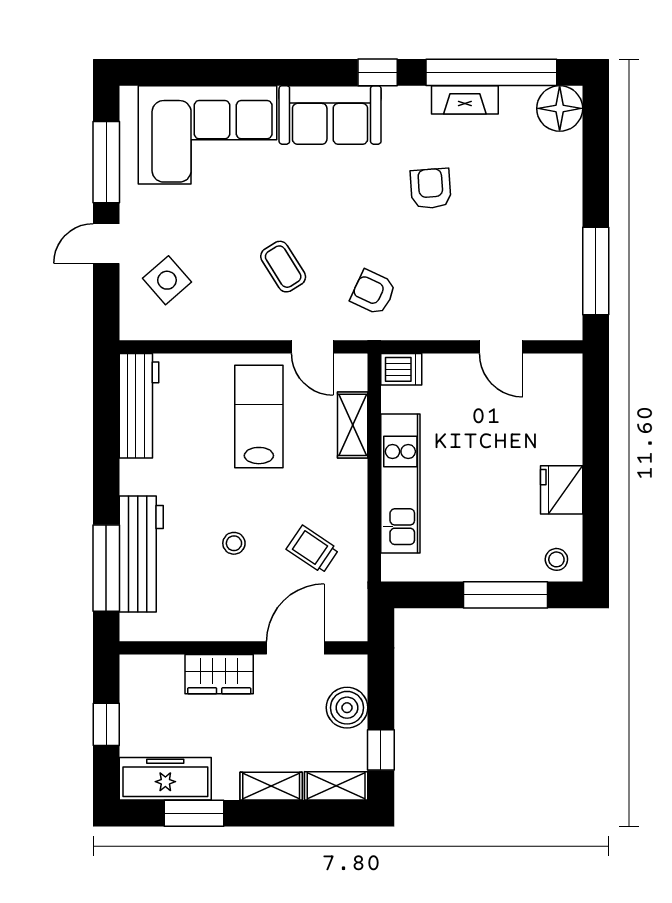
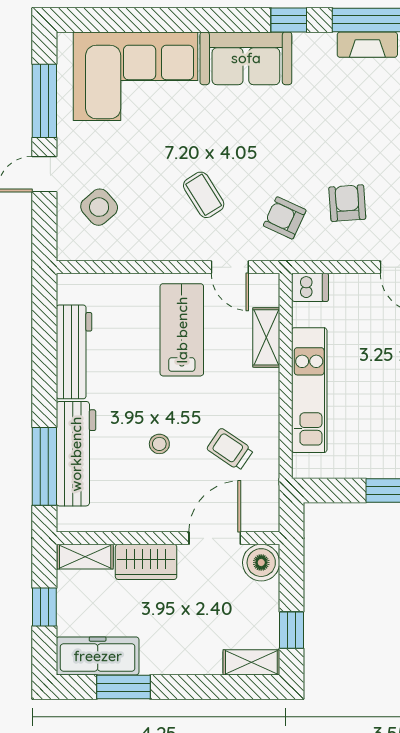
armchair: (431, 189) -> (347, 203), moved
workbench: (139, 406) -> (74, 352), moved
boiler: (347, 708) -> (261, 563), moved
shelving: (271, 786) -> (85, 557), moved

